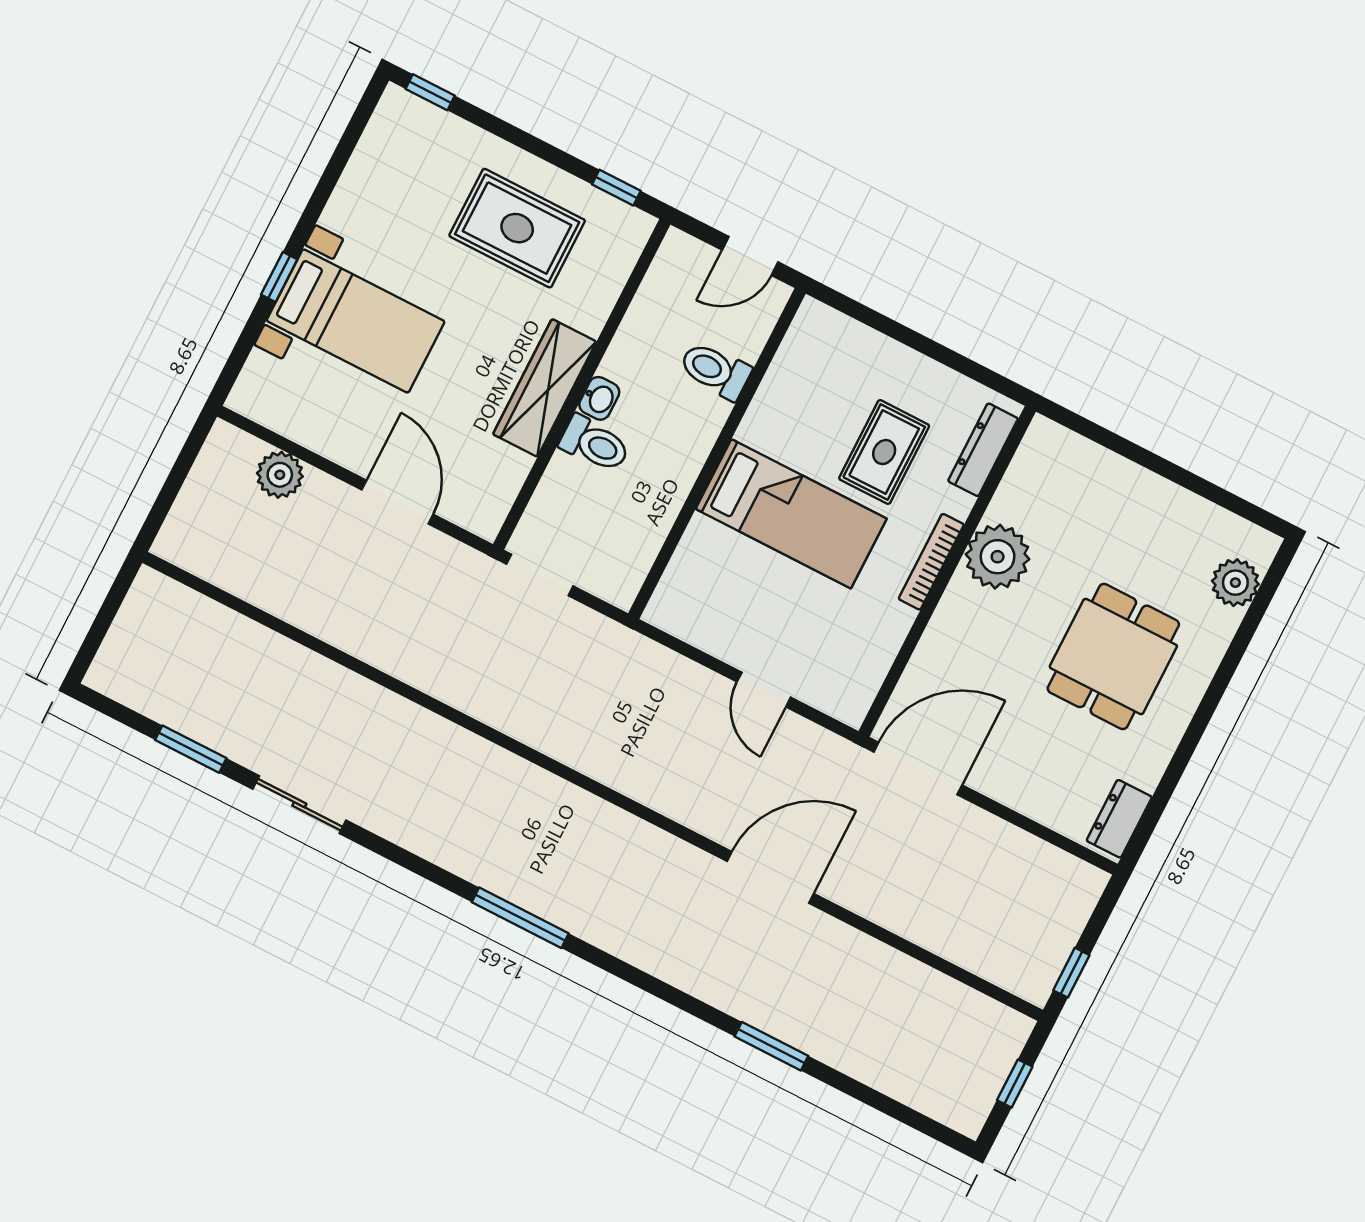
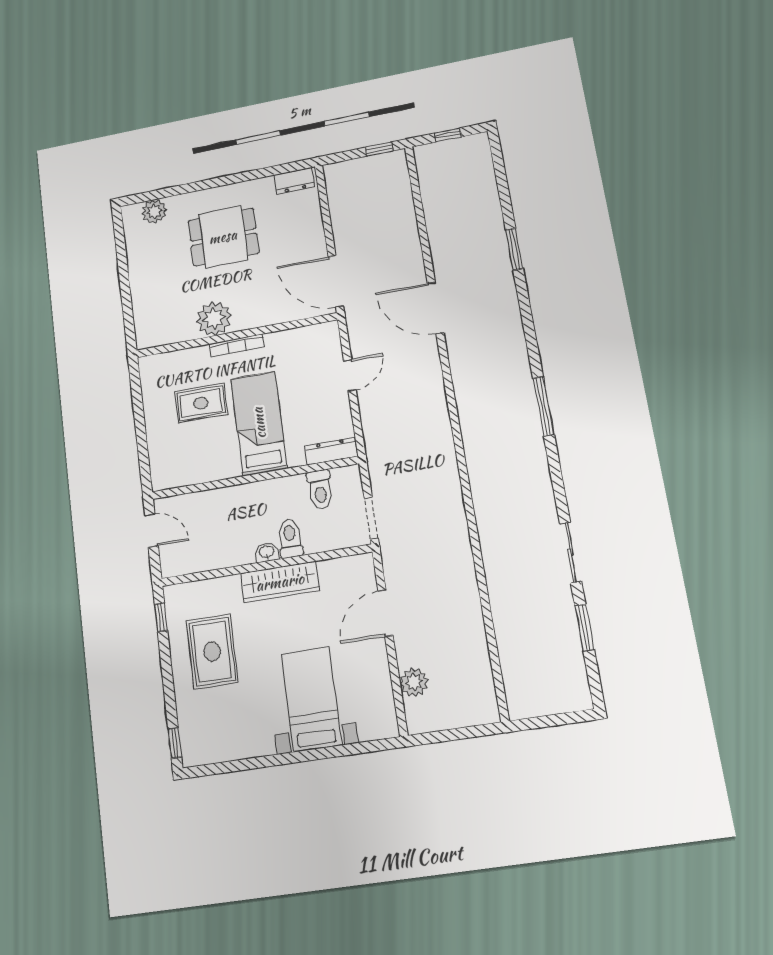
window: (279, 277) -> (316, 754), removed
toilet: (715, 371) -> (320, 490), moved
dresser: (983, 450) -> (331, 451), moved, turned 180

